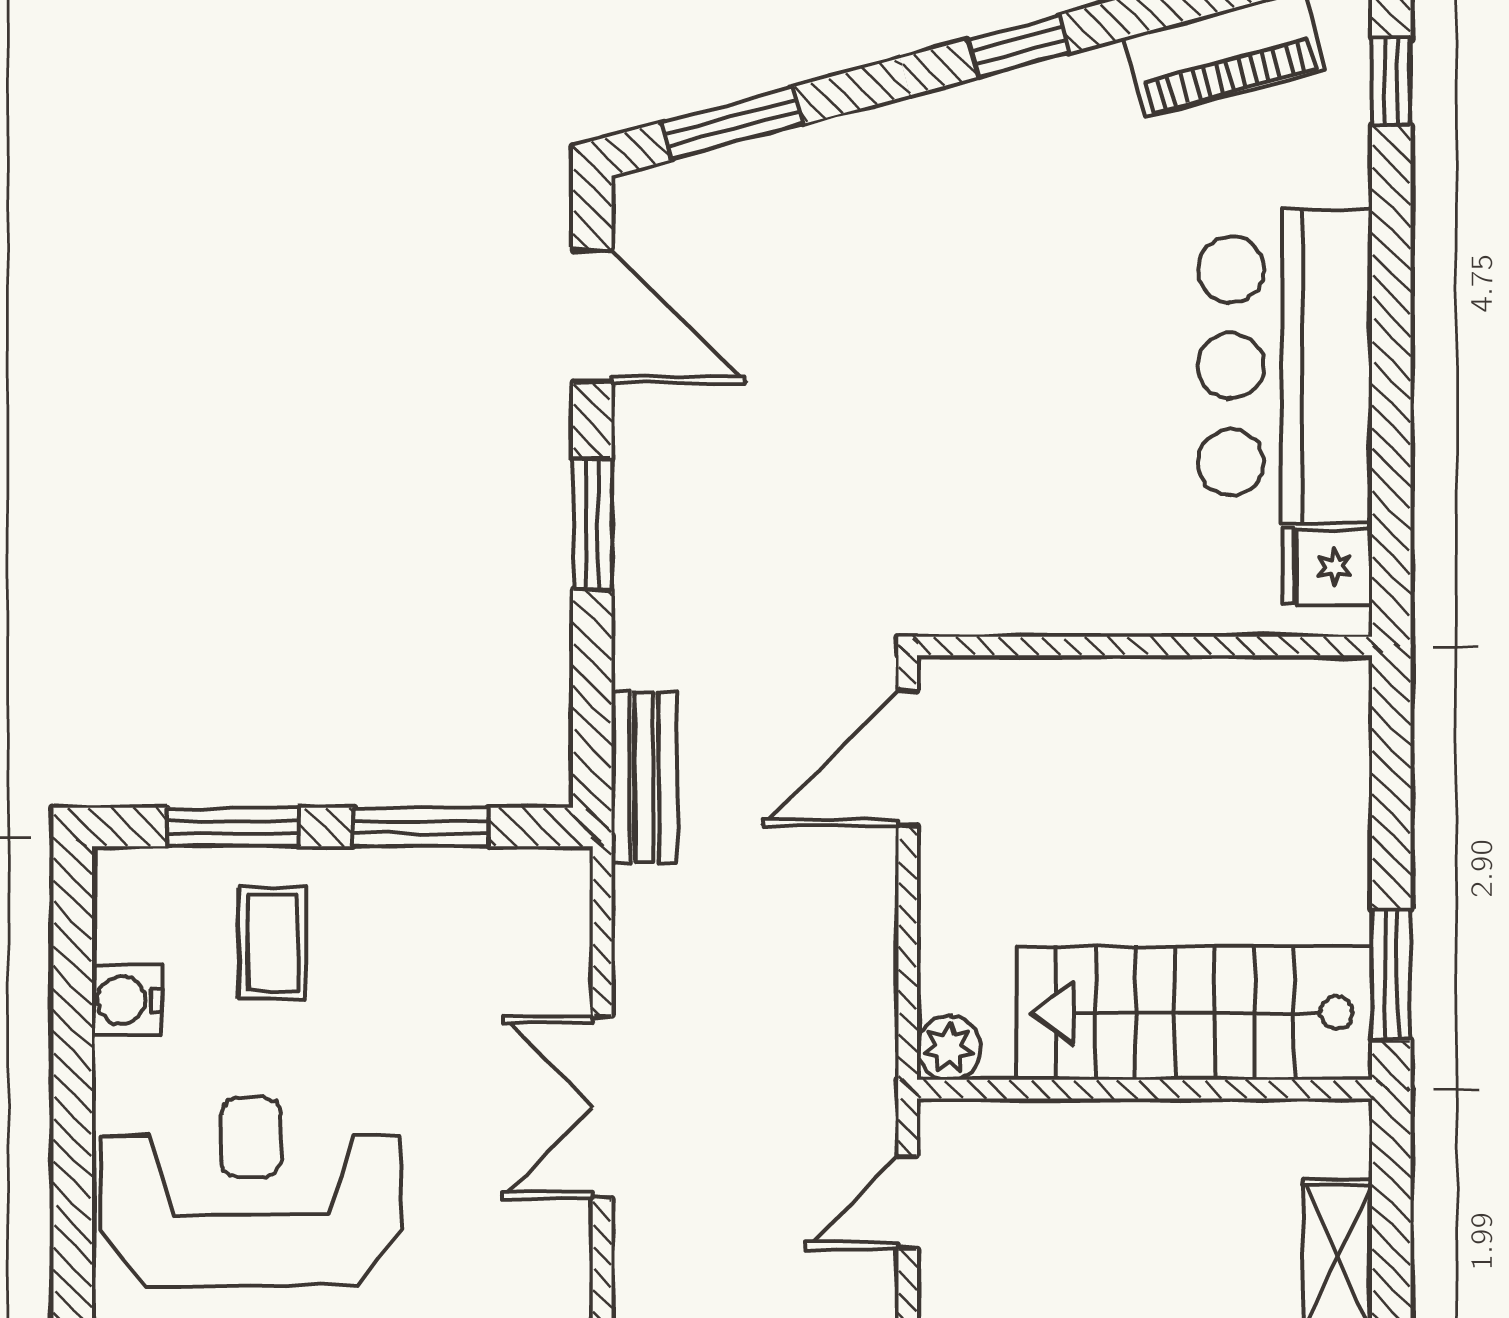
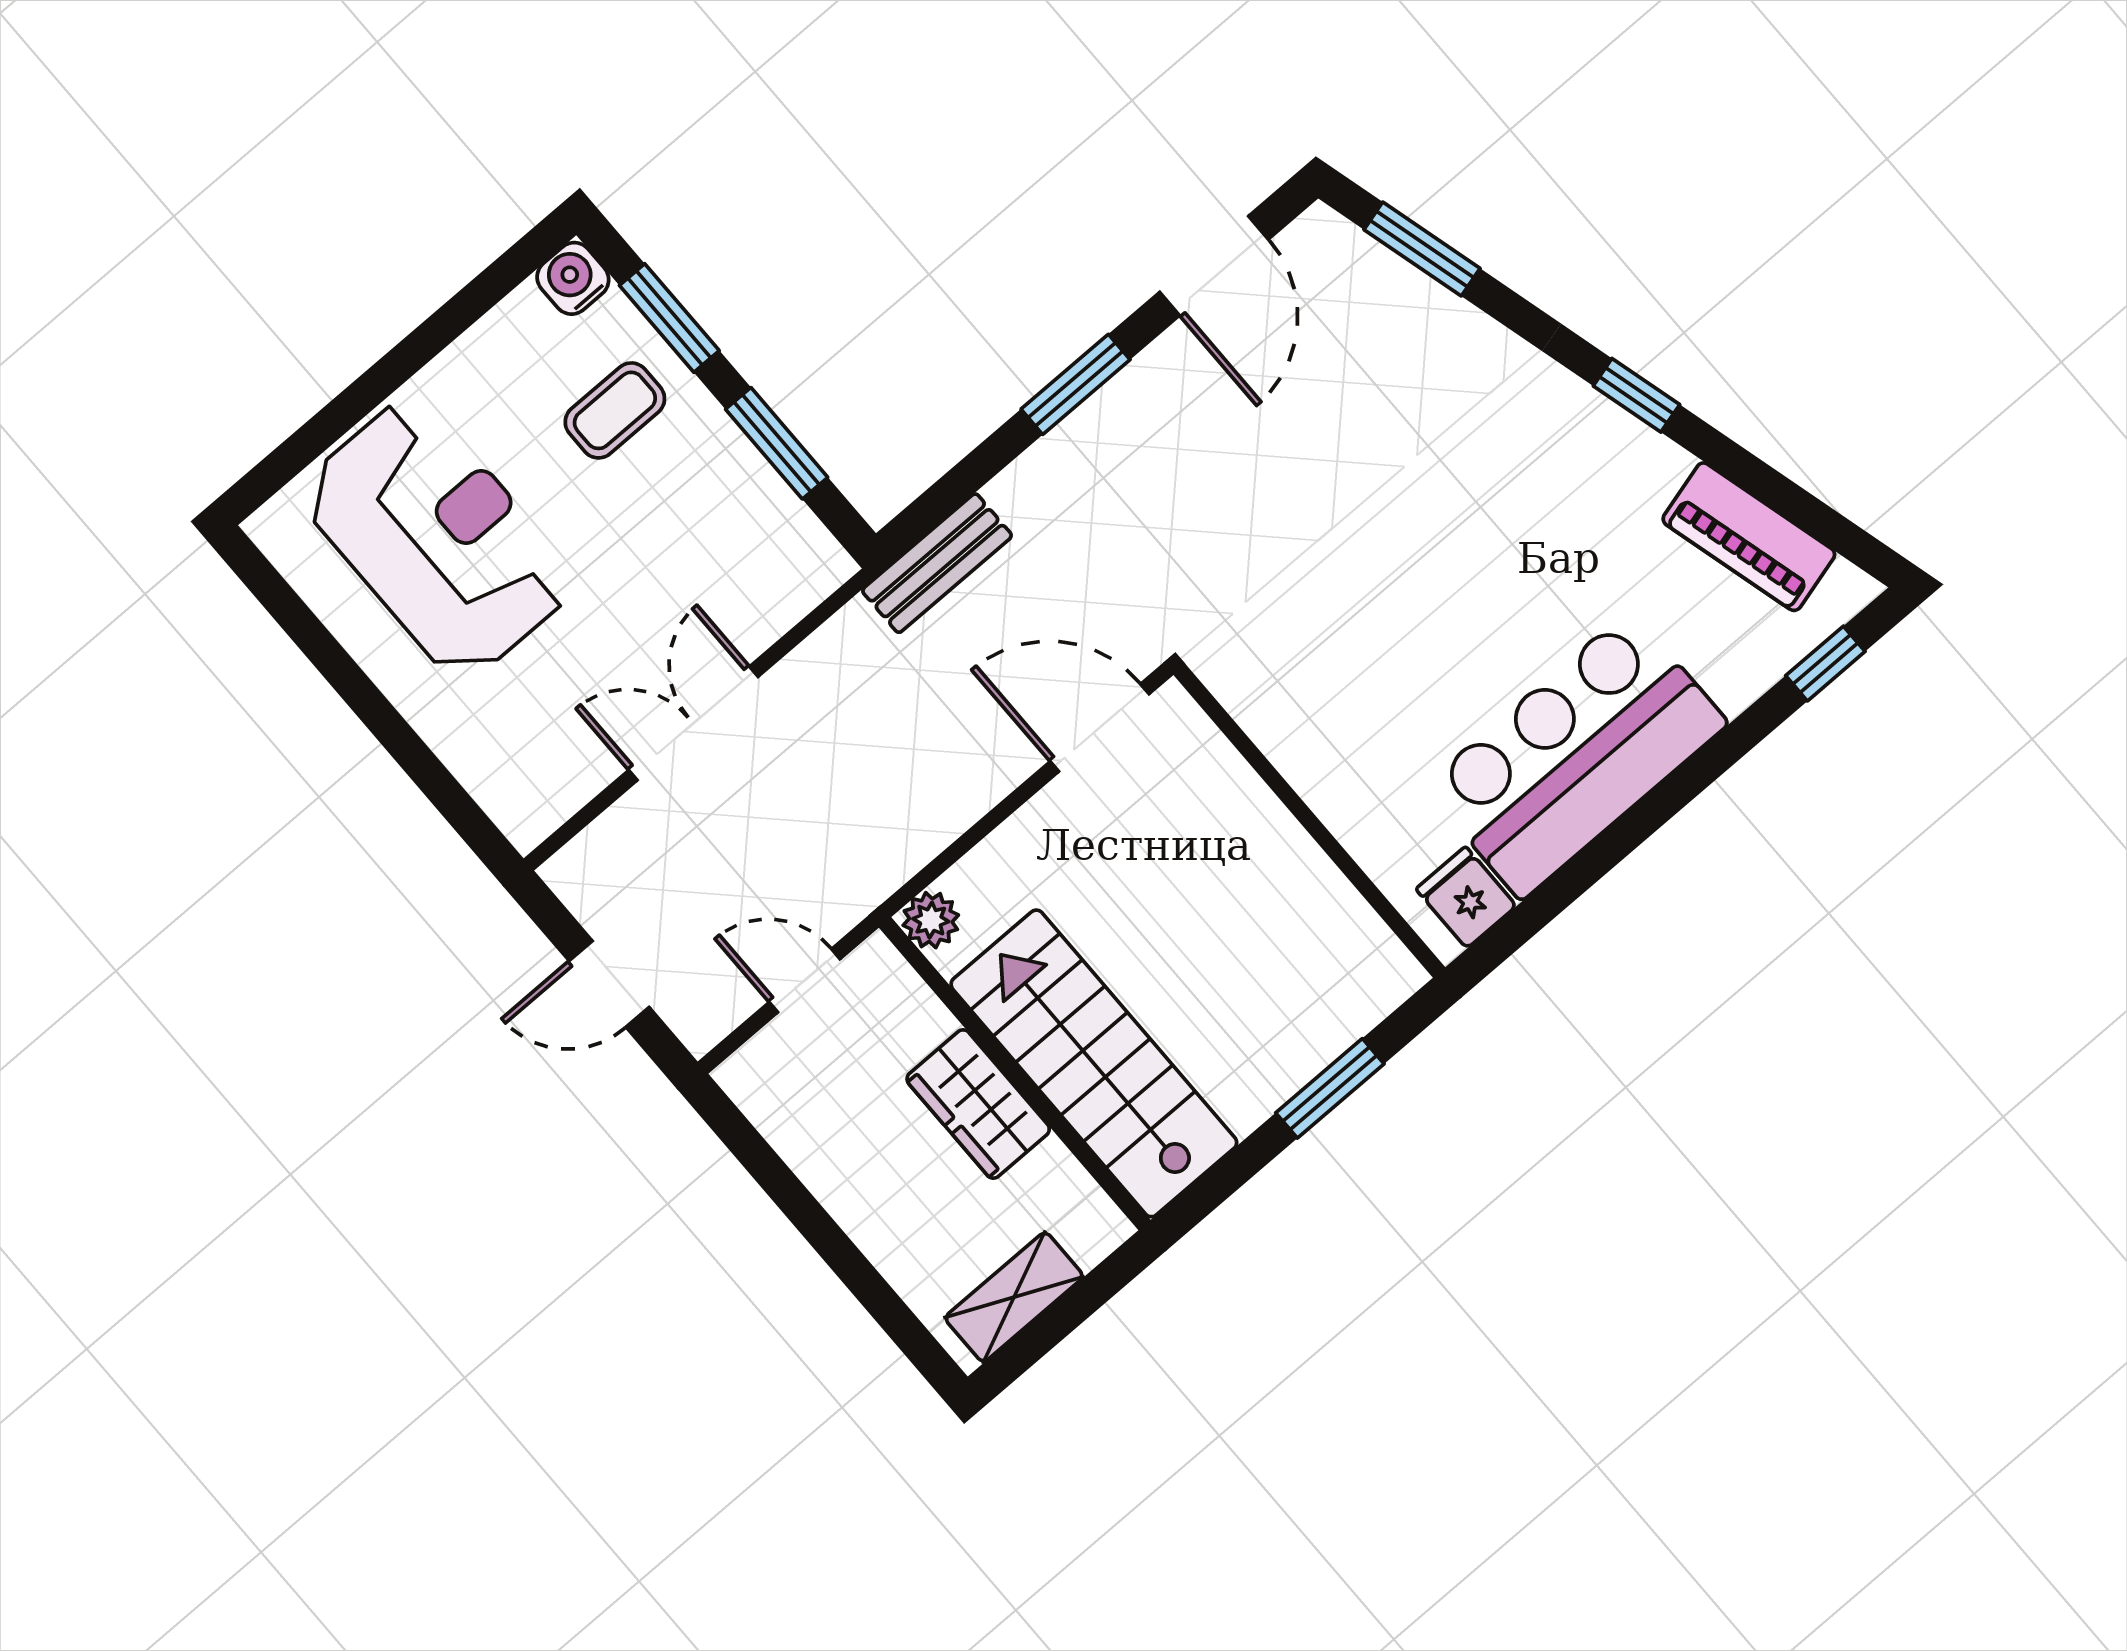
window: (1391, 975) -> (1330, 1088), moved
water cooler: (127, 1000) -> (573, 278), moved
wardrobe: (1144, 1143) -> (978, 1104), added

